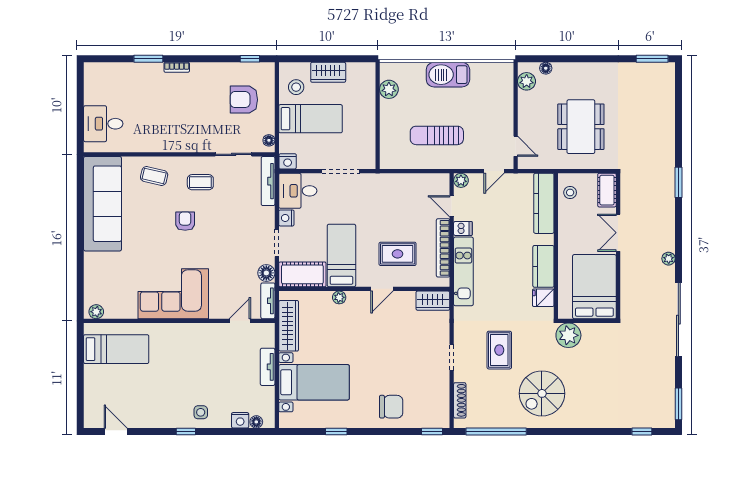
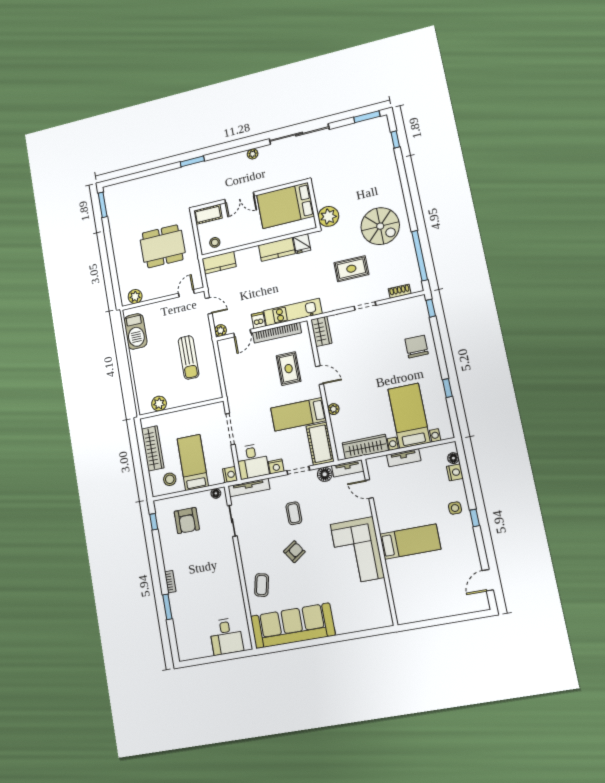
floor lamp: (546, 68) -> (123, 284), removed
wardrobe: (328, 72) -> (153, 448), width x1.50
barbecue: (448, 75) -> (136, 331), moved
coffee table: (200, 182) -> (294, 513), moved
kitchen counter: (544, 203) -> (219, 263), width x0.67
armchair: (185, 221) -> (294, 552), turned 146
plant: (96, 312) -> (386, 616), removed
bed: (116, 349) -> (410, 542), moved, turned 90
shoe rack: (460, 400) -> (400, 291), width x0.70

